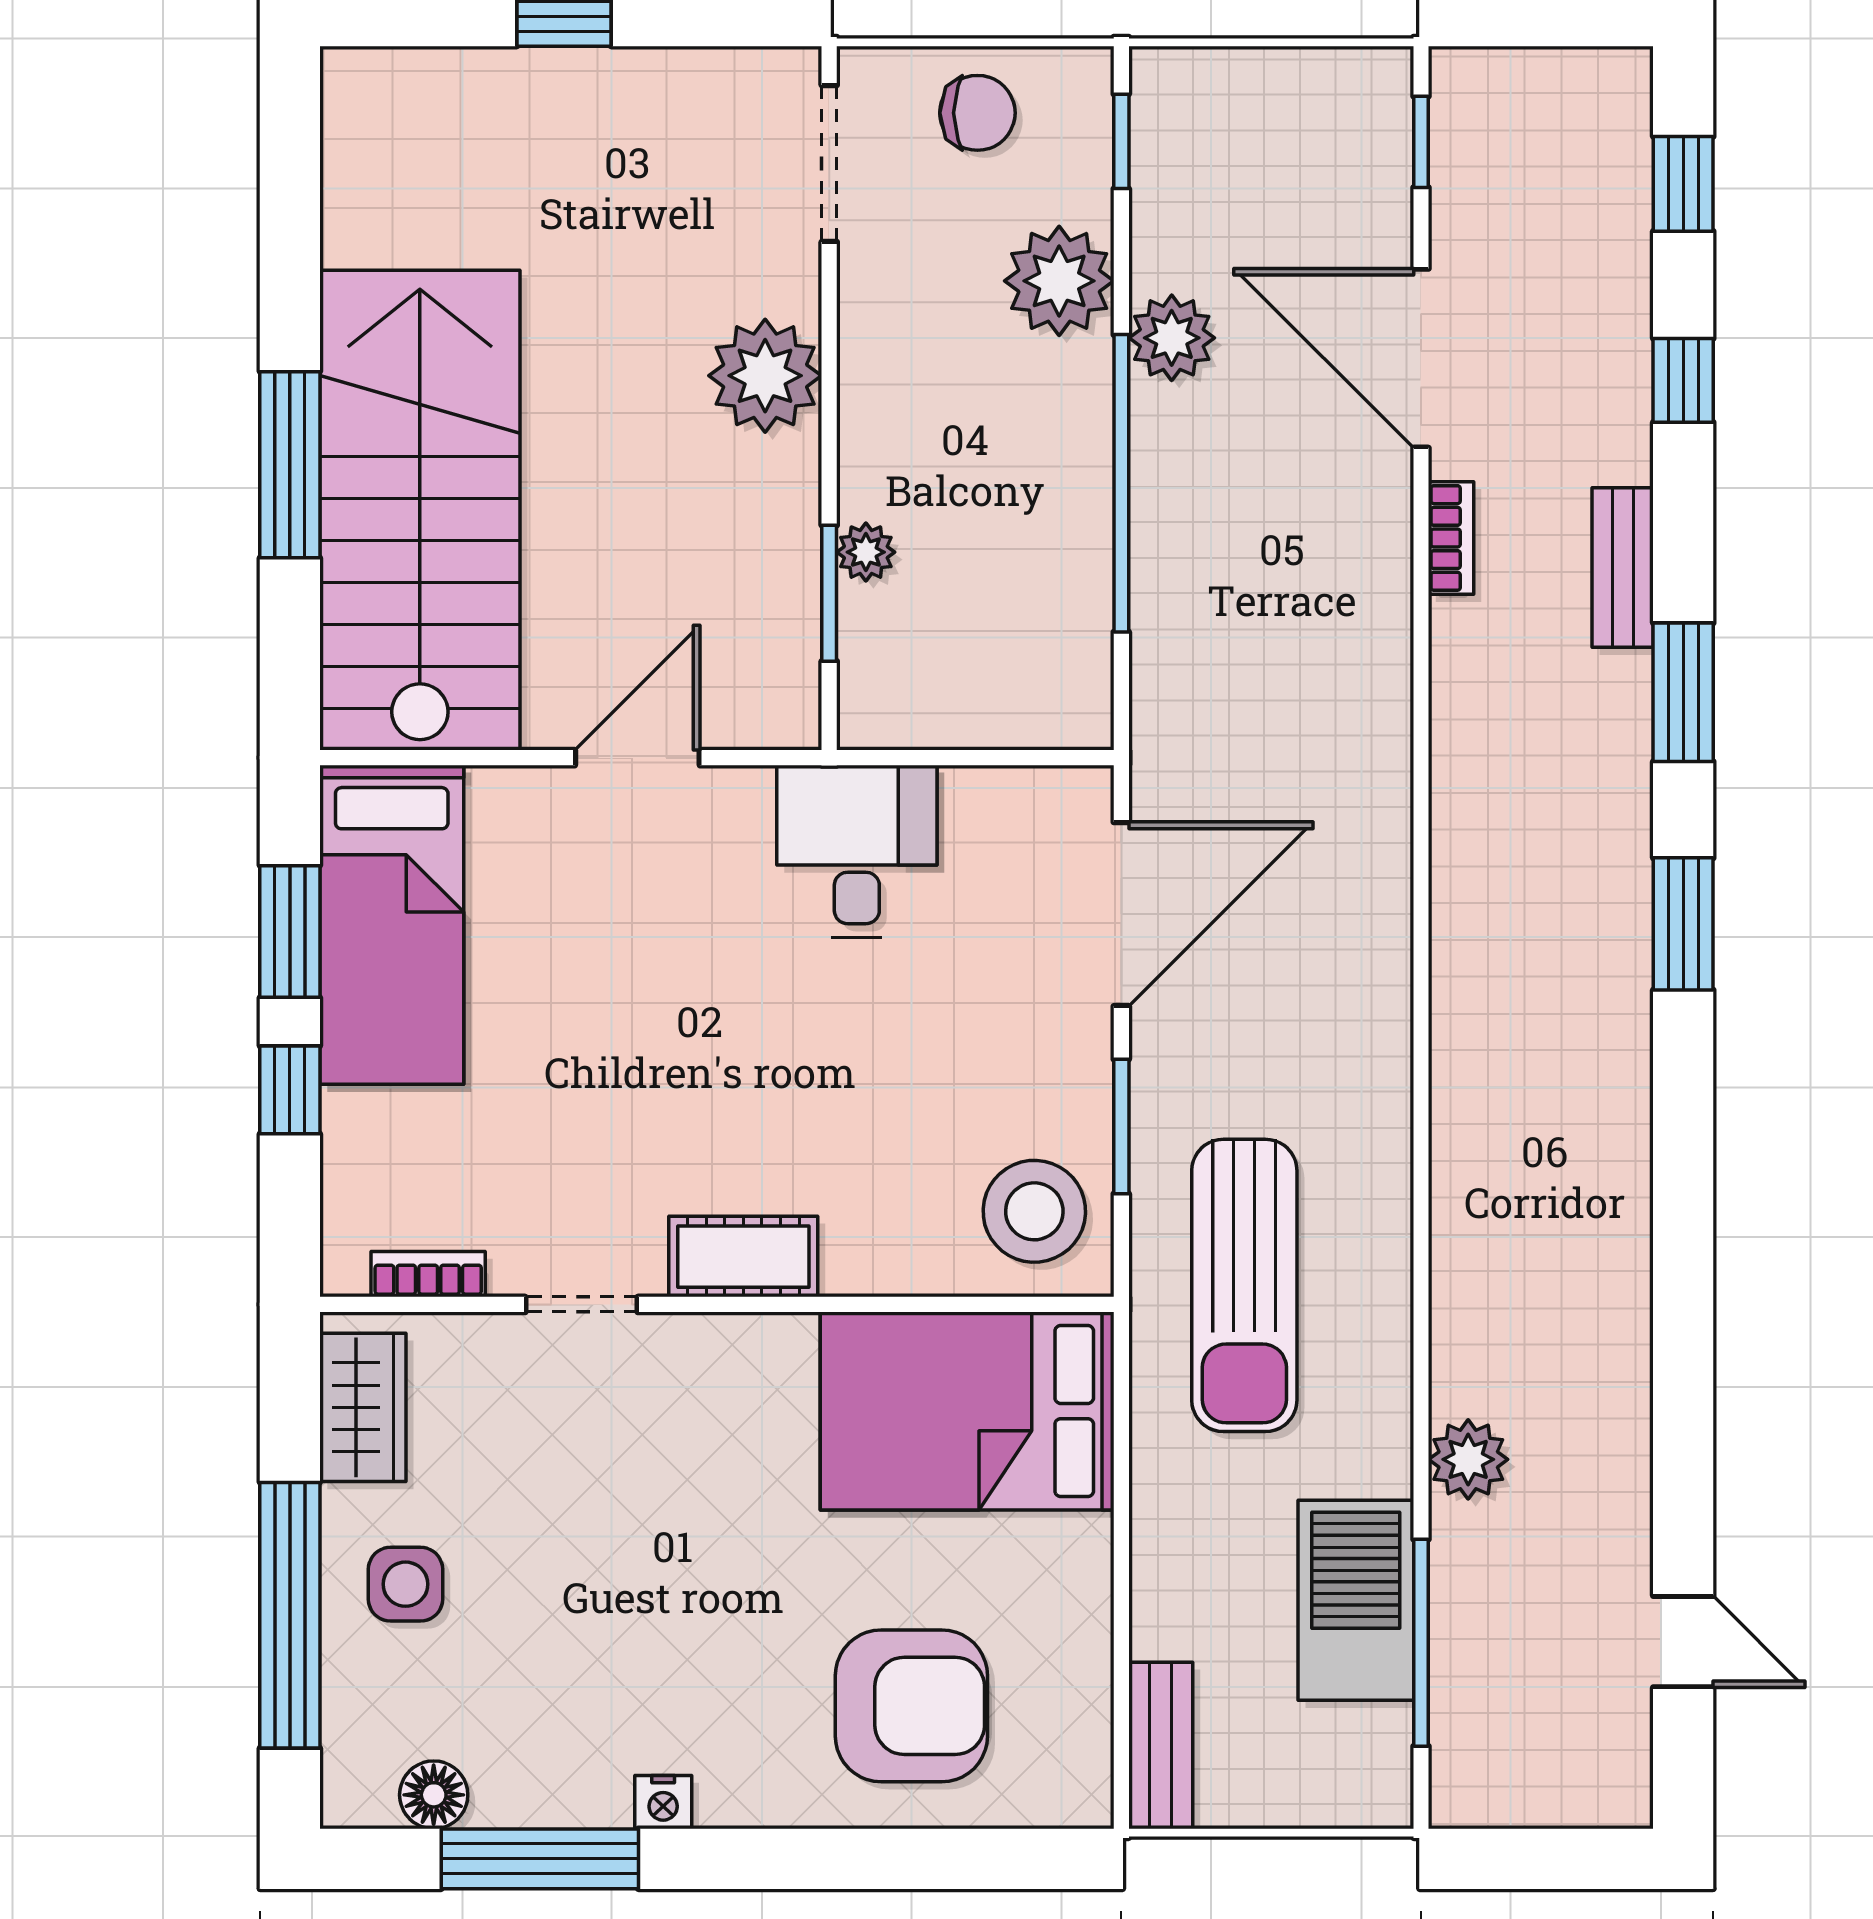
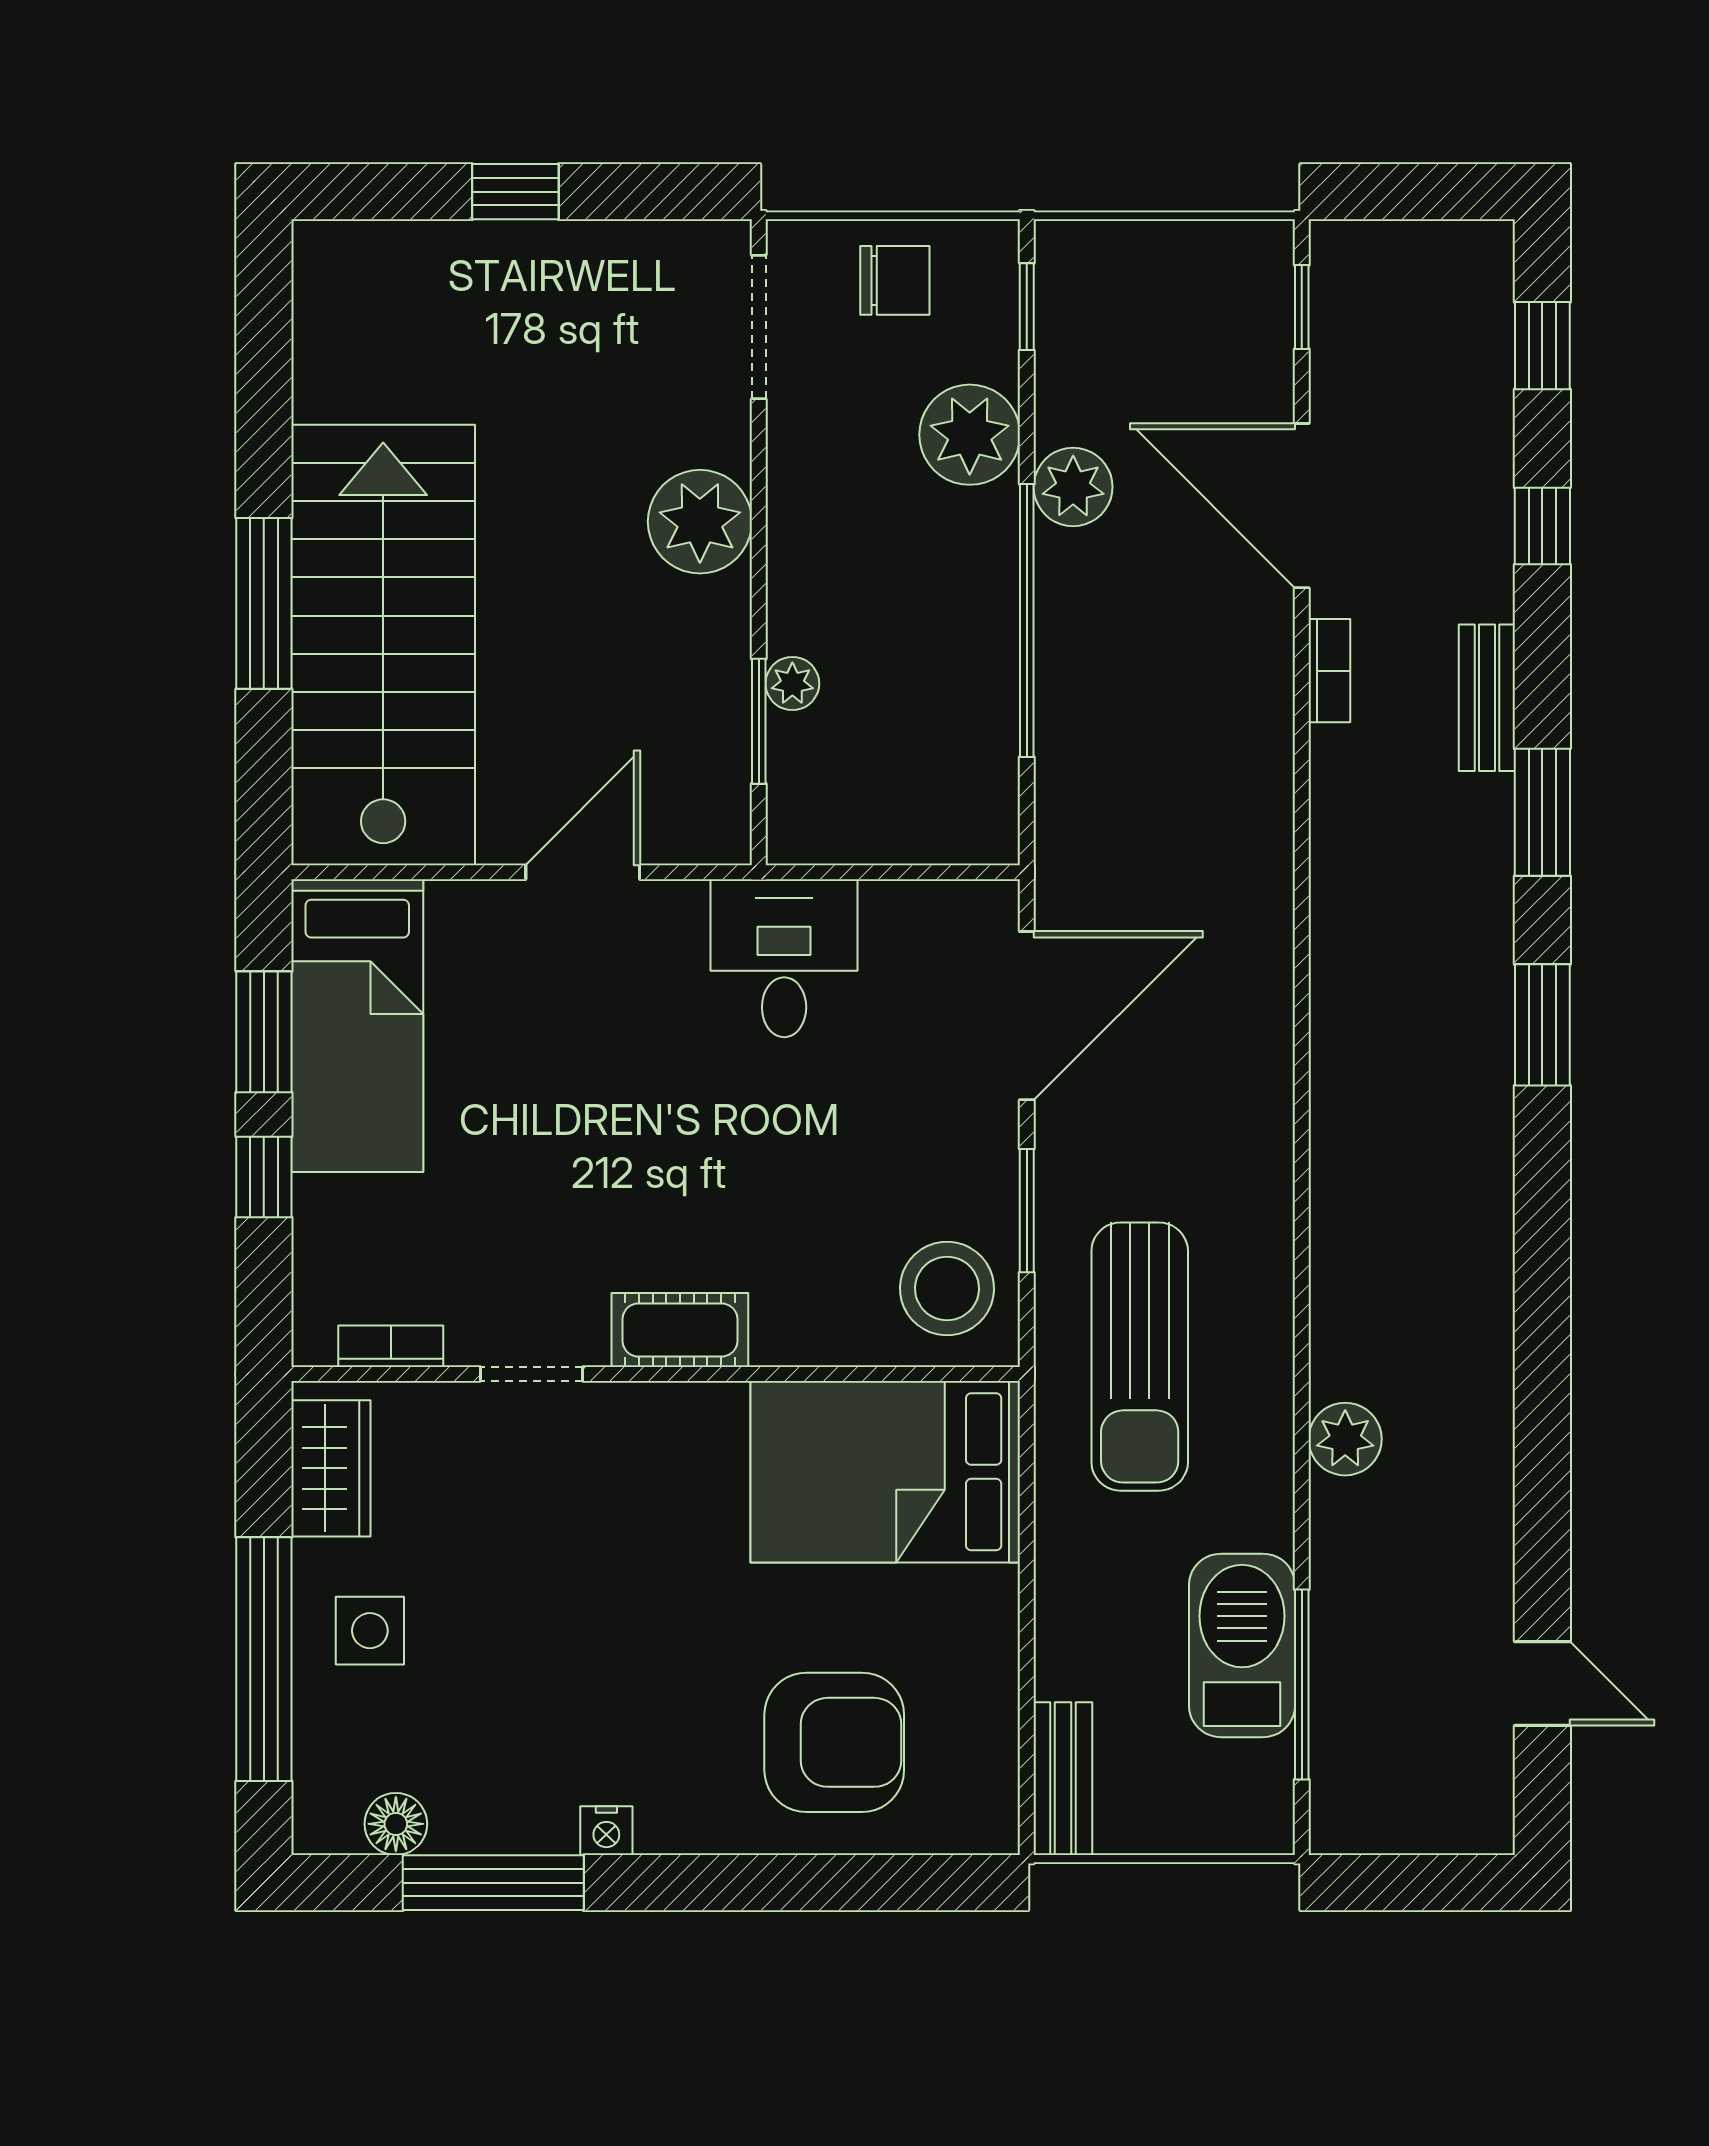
plant: (1468, 1459) -> (1345, 1439), moved

